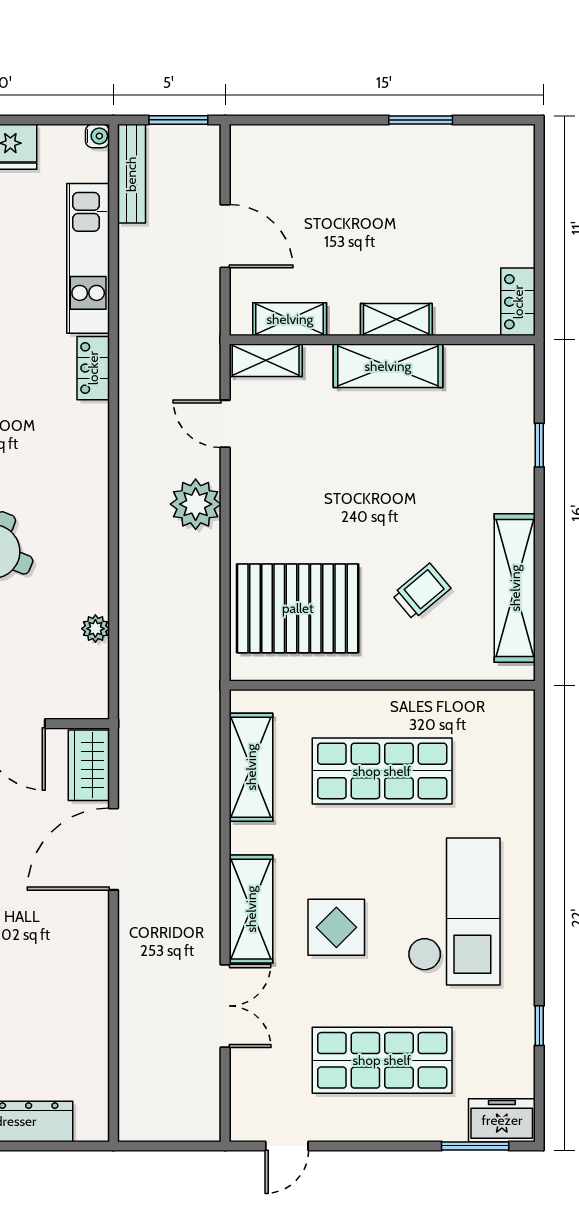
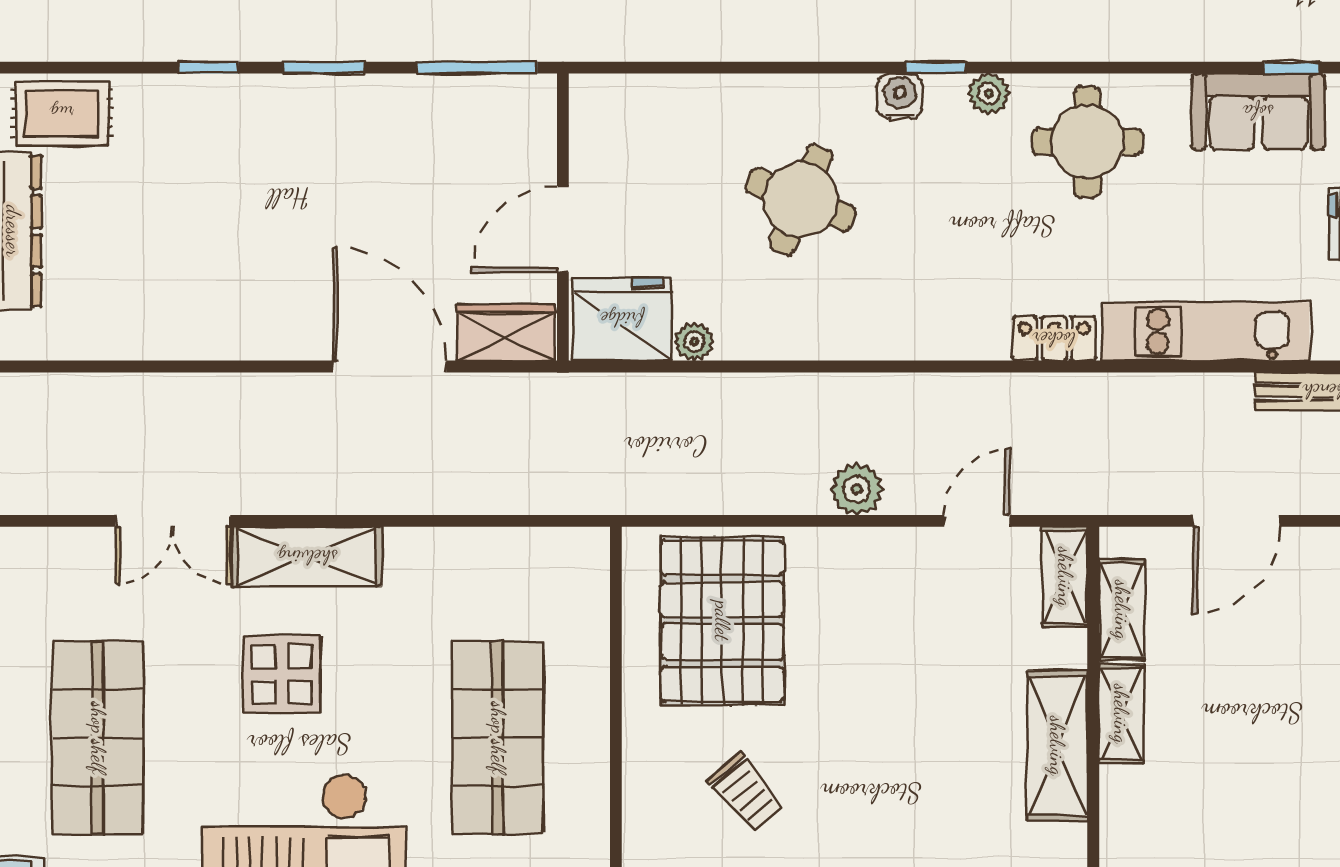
shelving: (396, 320) -> (1121, 714), moved
plant: (196, 504) -> (857, 489), width x0.73, depth x0.73
fridge: (79, 681) -> (622, 319), added
shelving: (251, 767) -> (503, 557), removed

